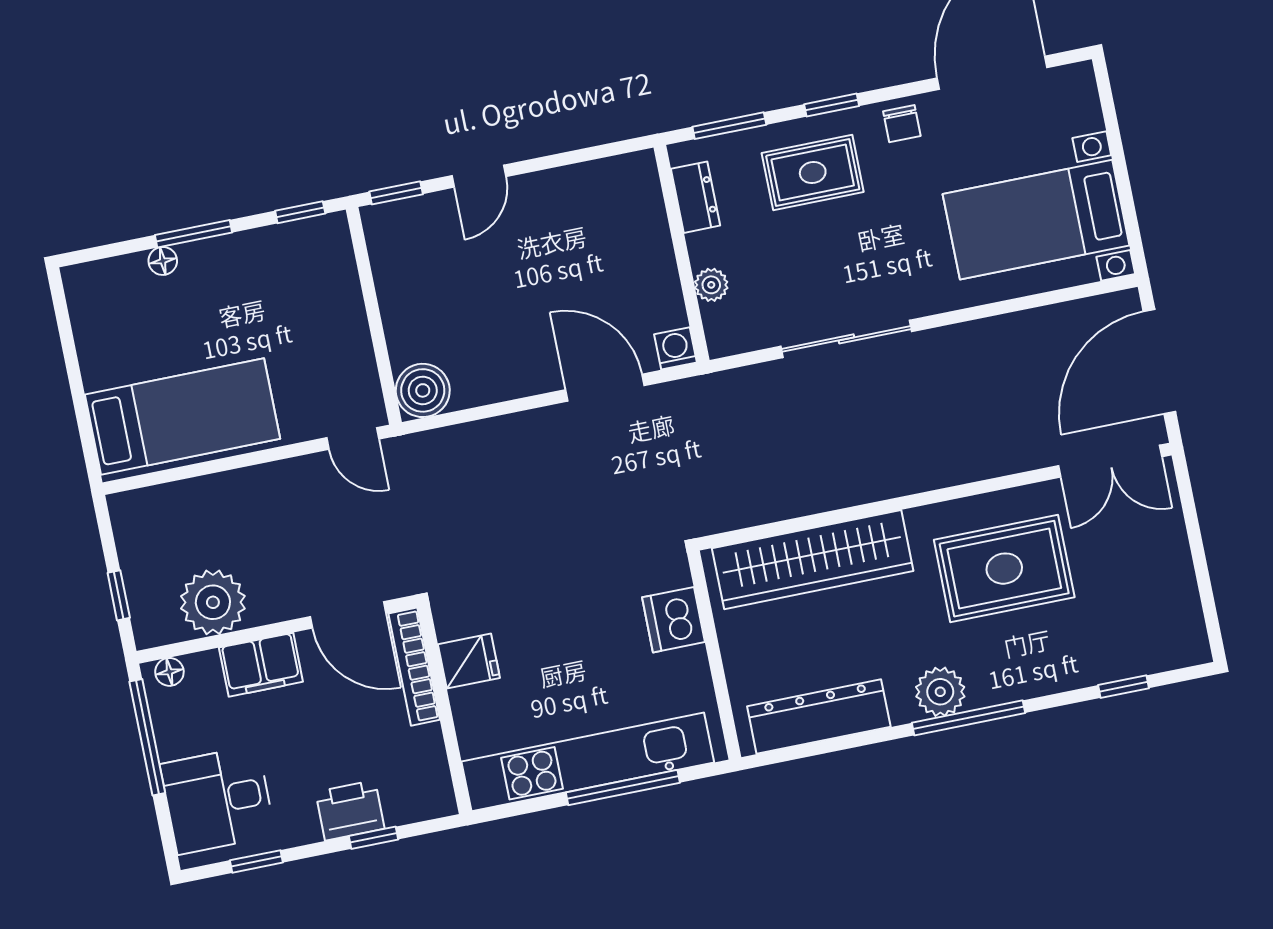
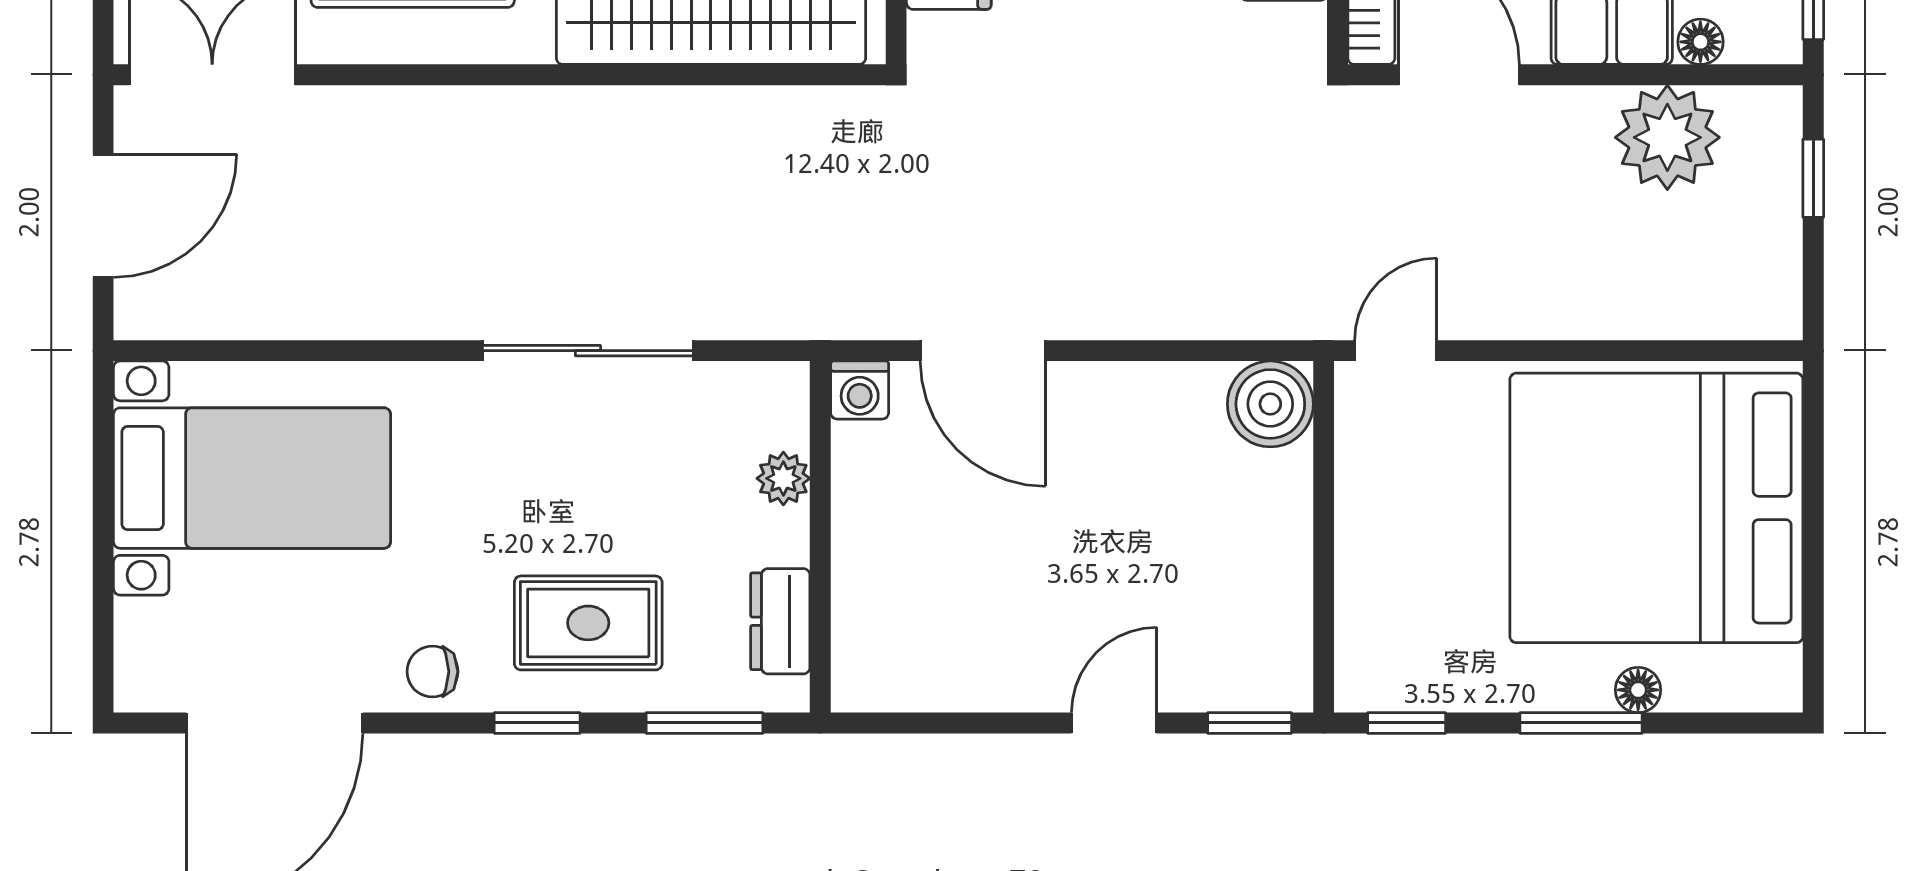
chair: (902, 124) -> (432, 672), turned -90
door: (1159, 362) -> (103, 216), width x0.73
bed: (182, 417) -> (1656, 508), width x2.04
door: (353, 438) -> (1396, 351), hinge flipped
floor lamp: (169, 672) -> (1700, 42), moved

